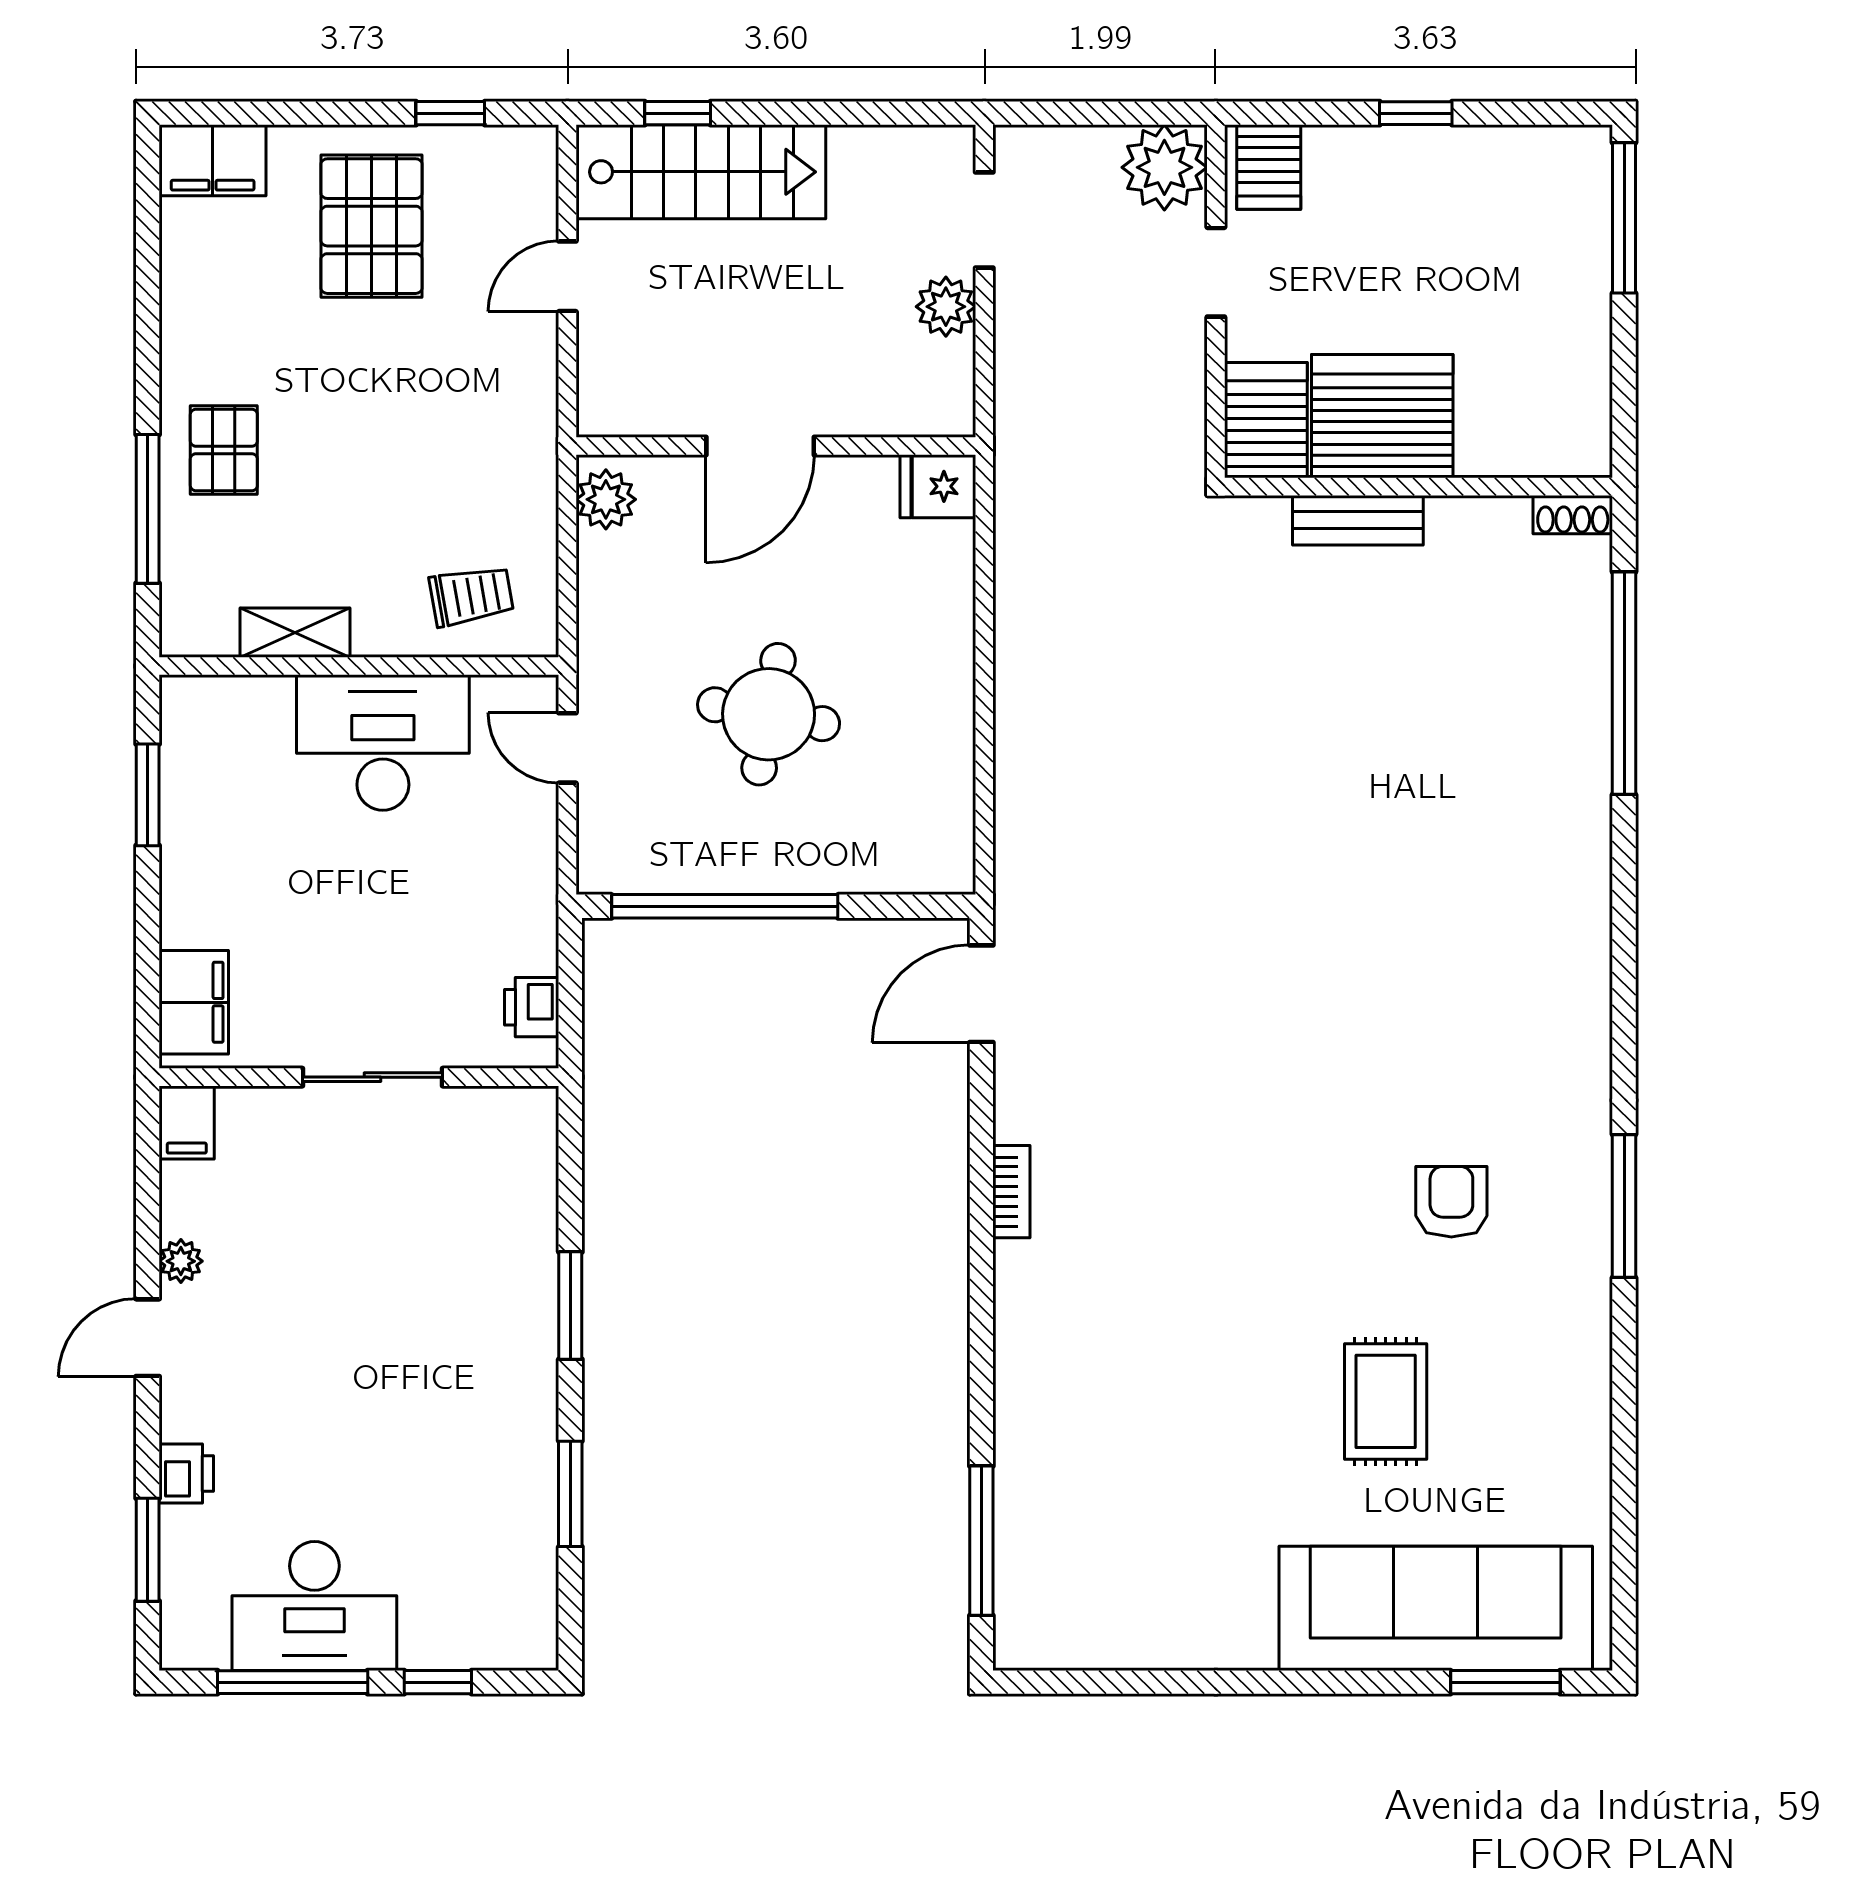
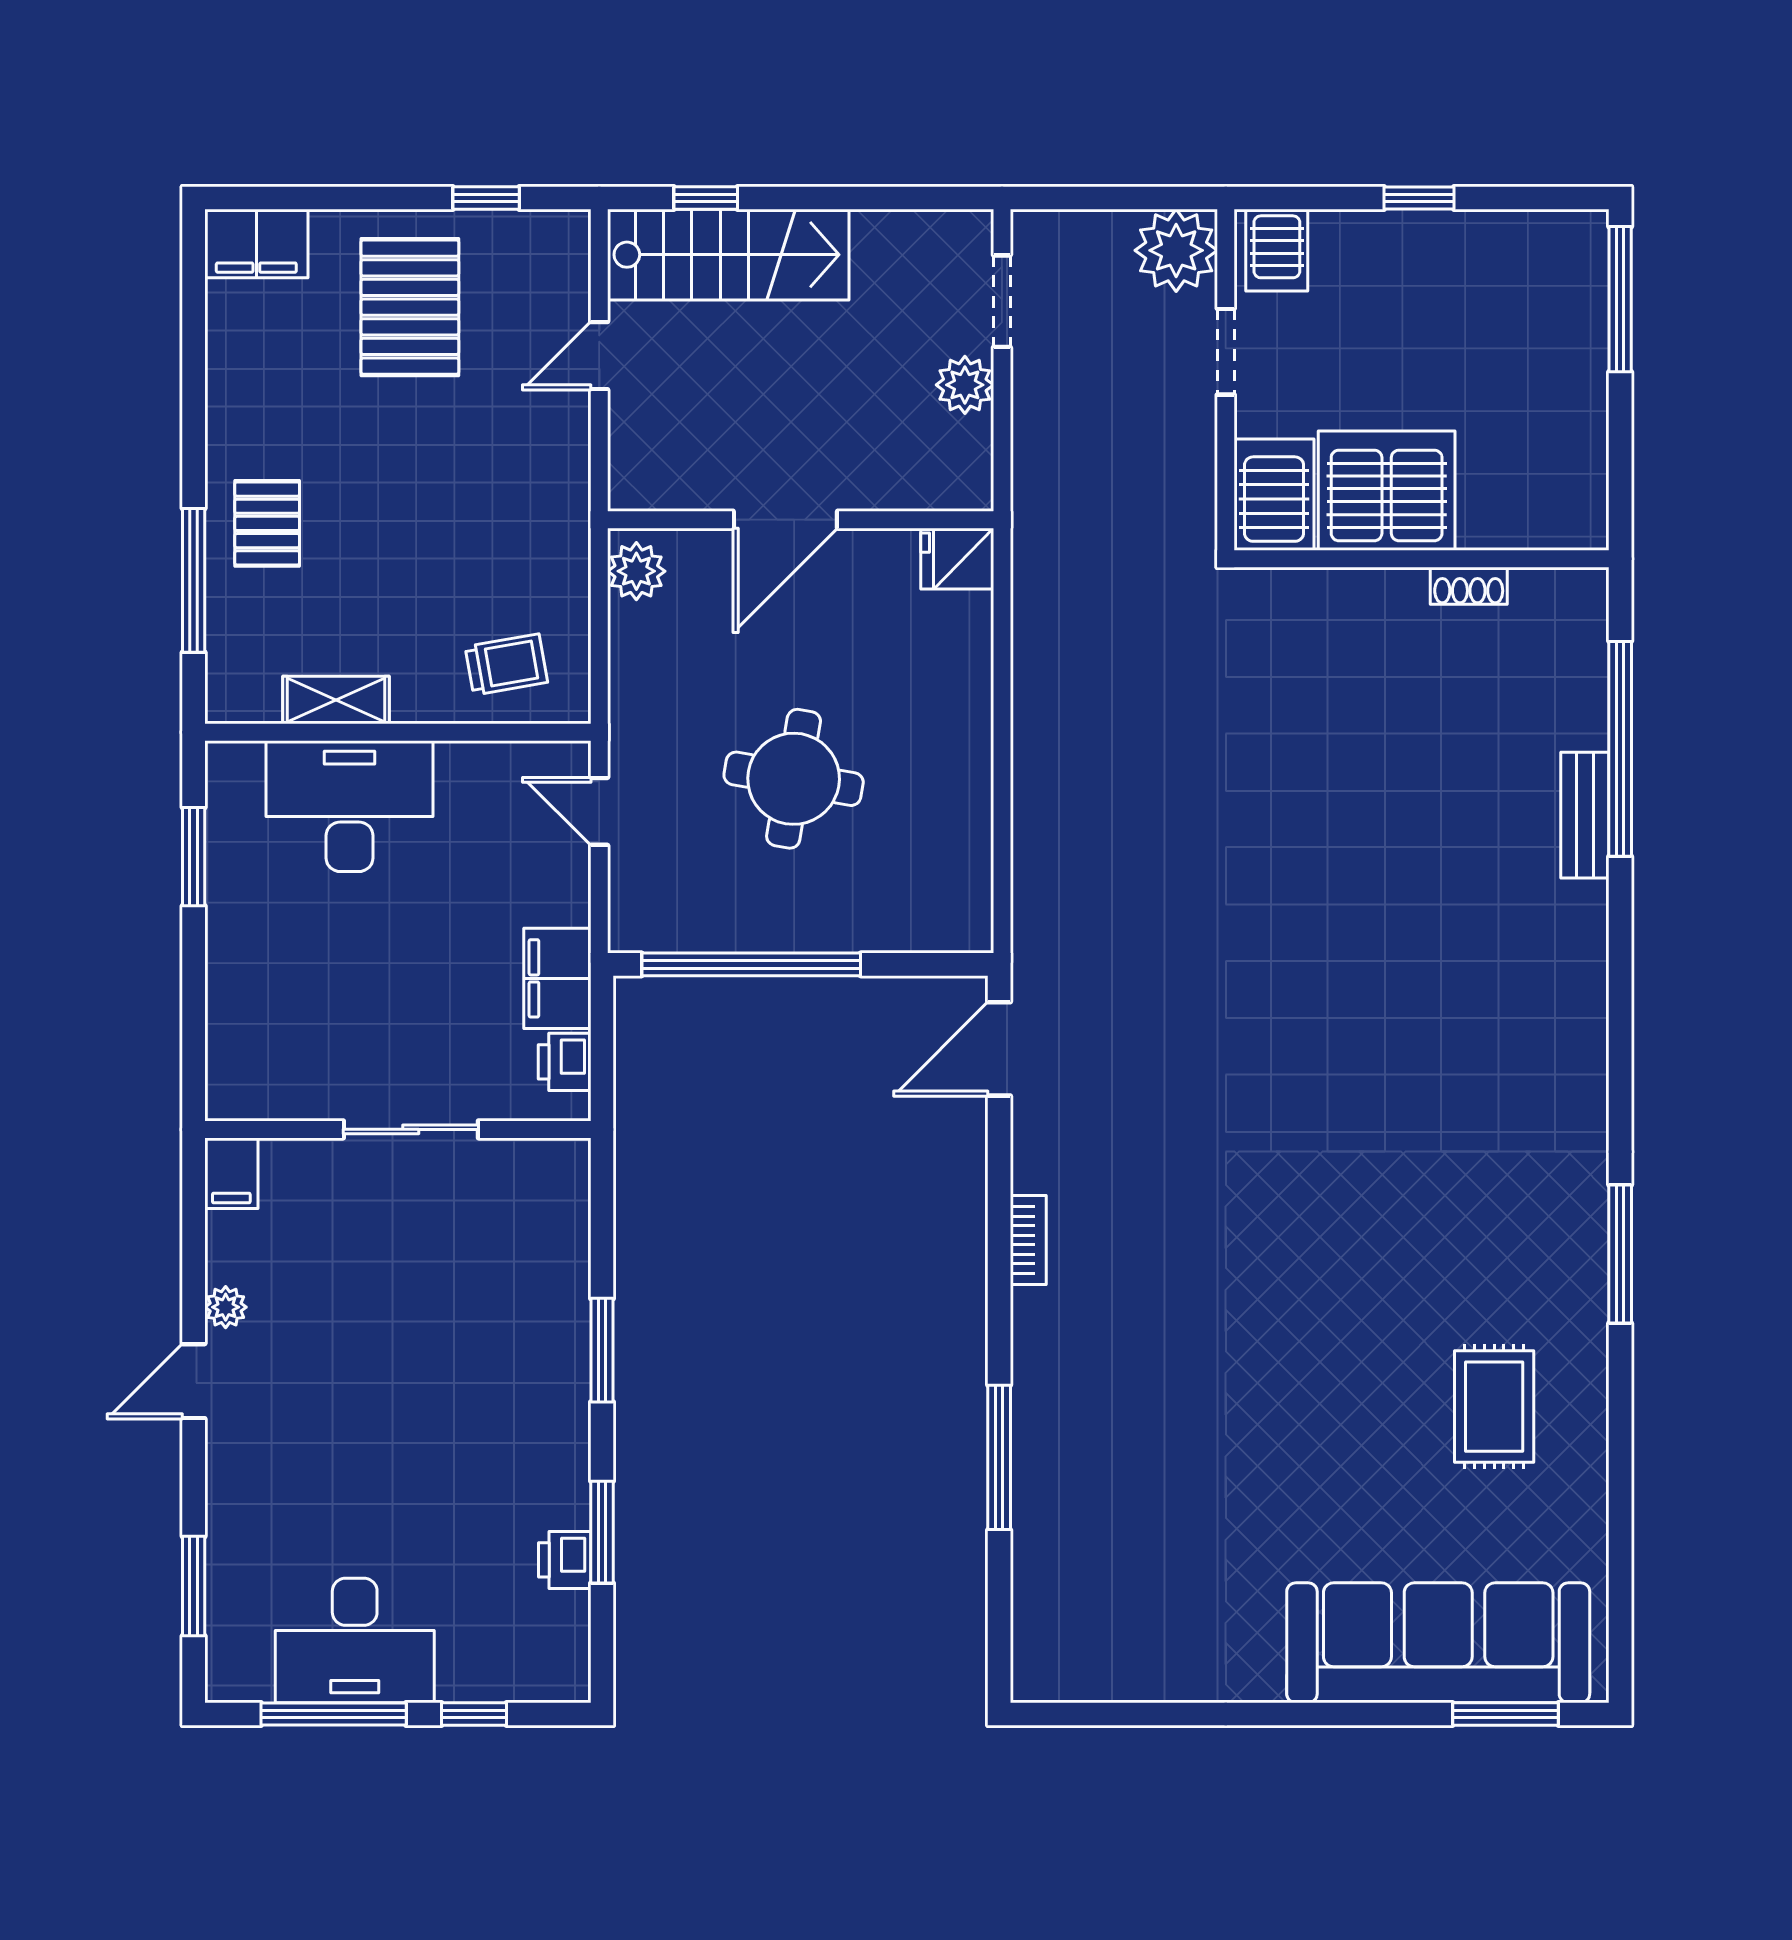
shoe rack: (1573, 515) -> (1469, 586), moved
bench: (1358, 520) -> (1585, 815), moved, turned 90
desk: (383, 743) -> (350, 806), moved
filing cabinet: (194, 1002) -> (557, 978), moved, turned 180
armchair: (1451, 1202) -> (1453, 1250), removed
rug: (1386, 1401) -> (1494, 1407), moved
printer: (186, 1474) -> (565, 1560), moved, turned 180
window: (981, 1541) -> (999, 1457), moved

